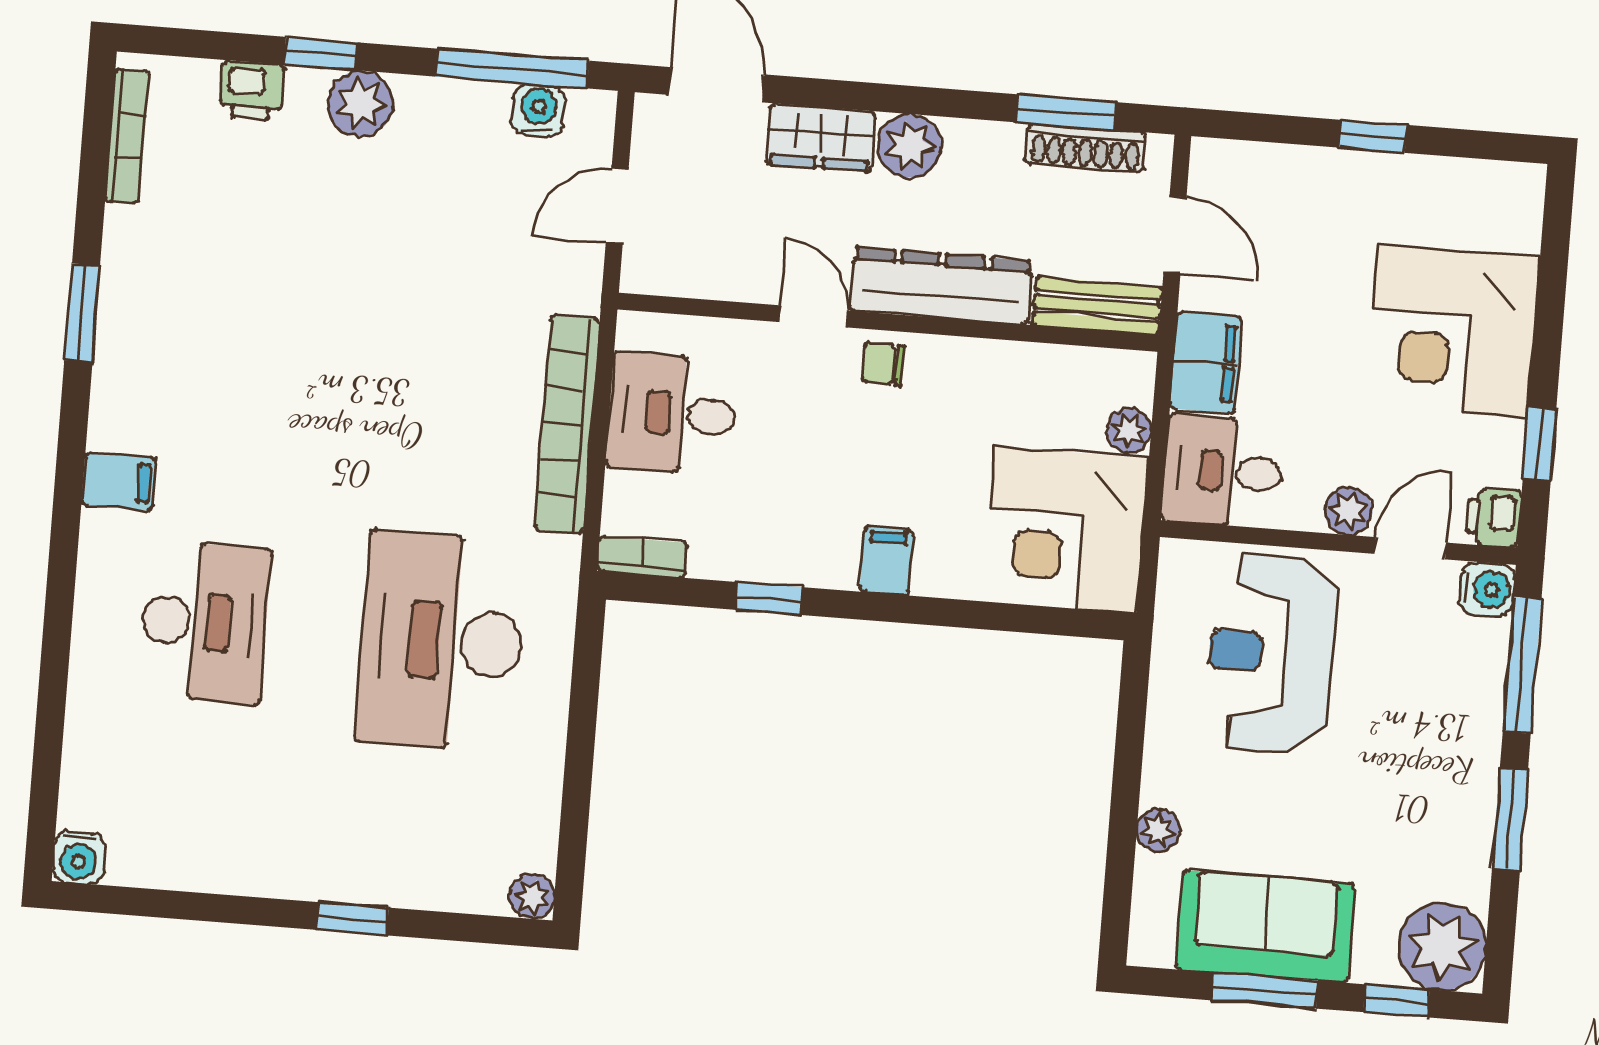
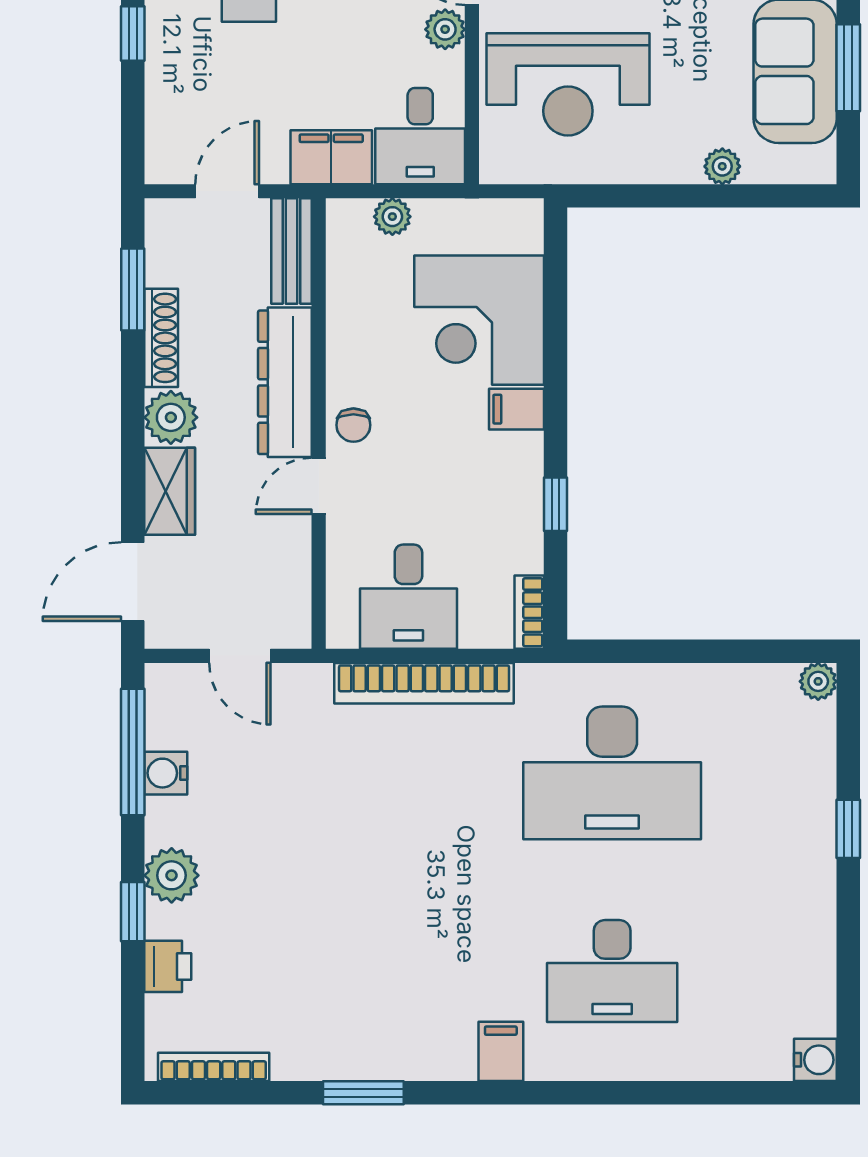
water cooler: (539, 111) -> (166, 773), moved
shoe rack: (1086, 148) -> (161, 338), moved
corner desk: (1065, 530) -> (479, 320), moved, turned 90
desk: (204, 622) -> (612, 971), turned 180

